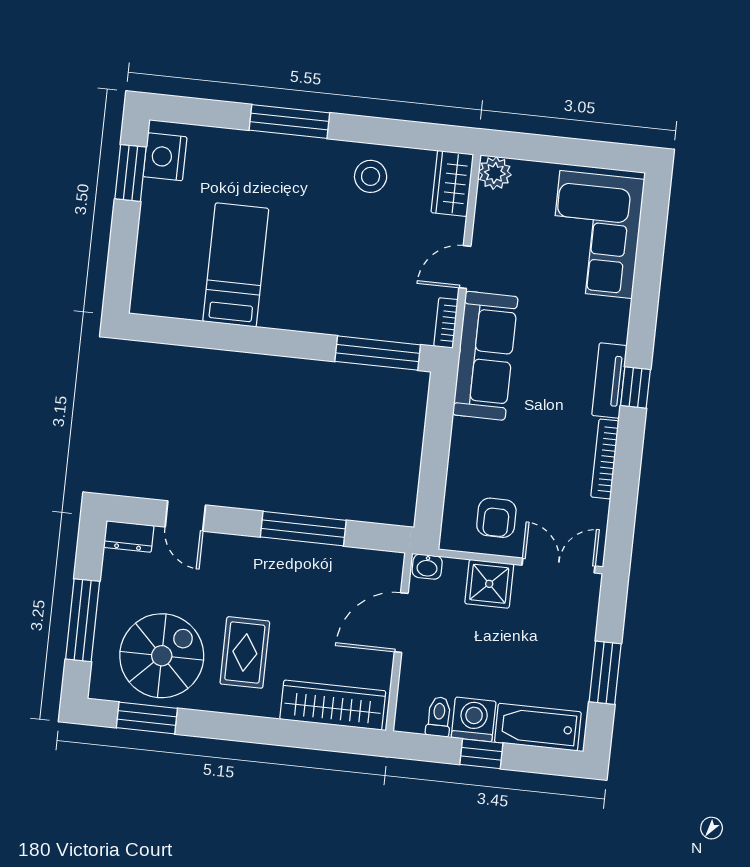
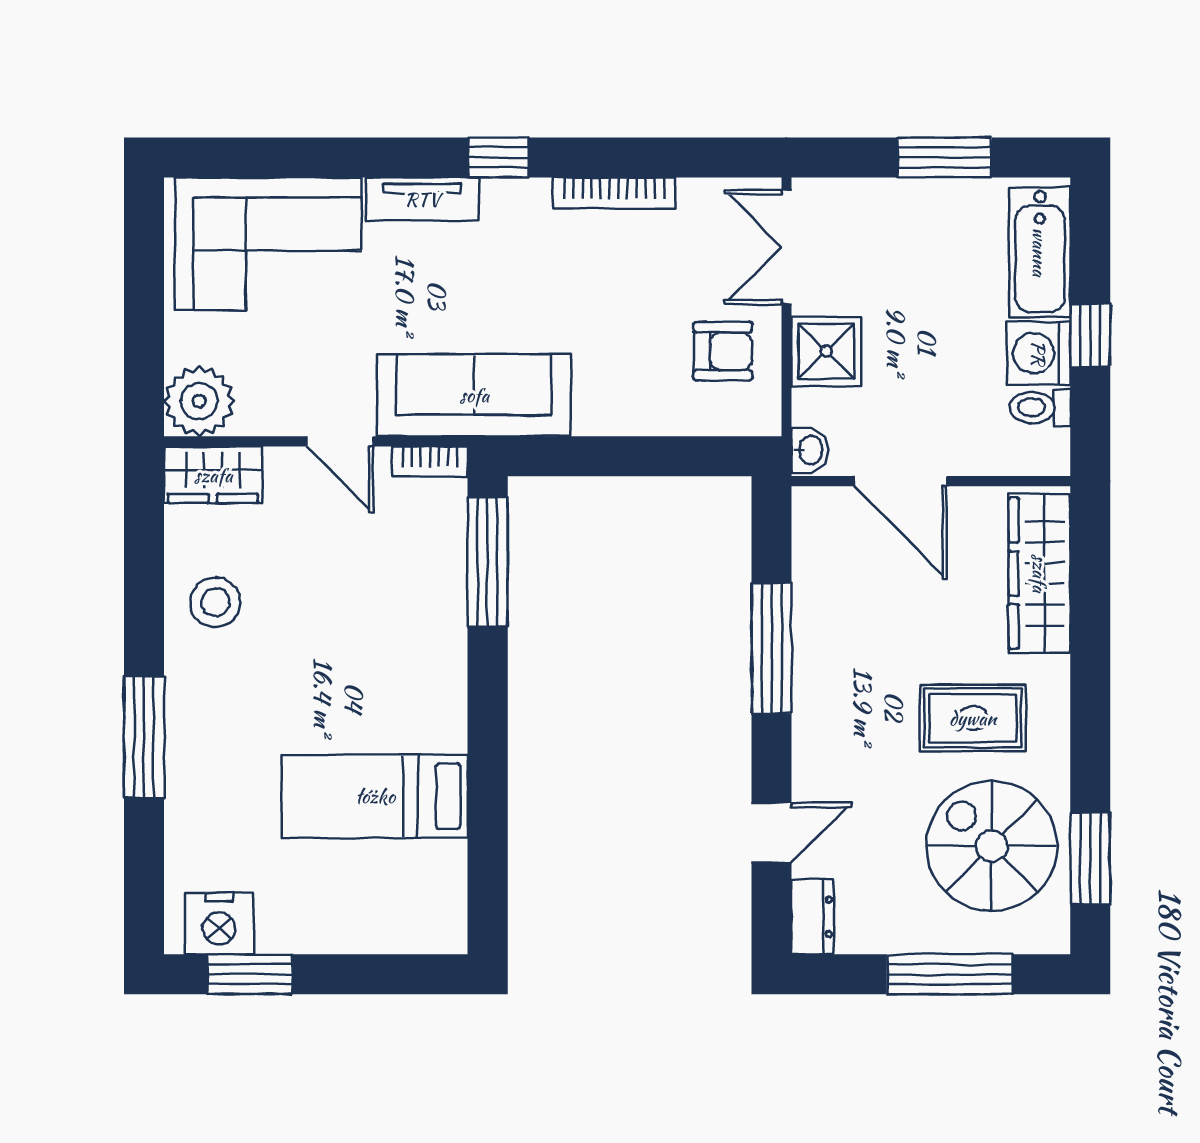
plant: (495, 173) -> (199, 401), width x1.36, depth x1.36
tv unit: (609, 381) -> (422, 199), moved

